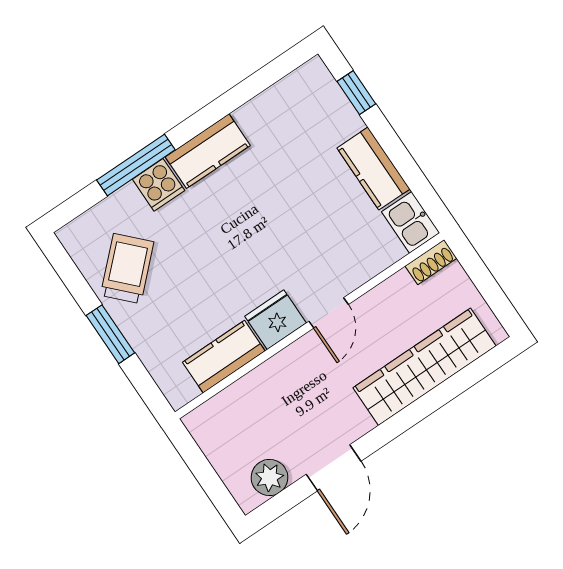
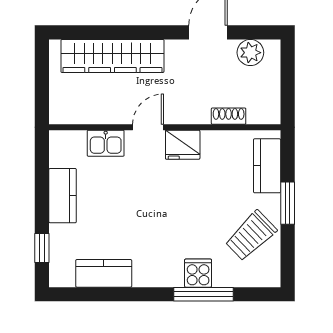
kitchen counter: (208, 151) -> (104, 273), moved
kitchen sink: (411, 222) -> (106, 143), moved, turned 90
shoe rack: (431, 262) -> (229, 116), moved
kitchen counter: (224, 357) -> (267, 166), moved, turned 90

